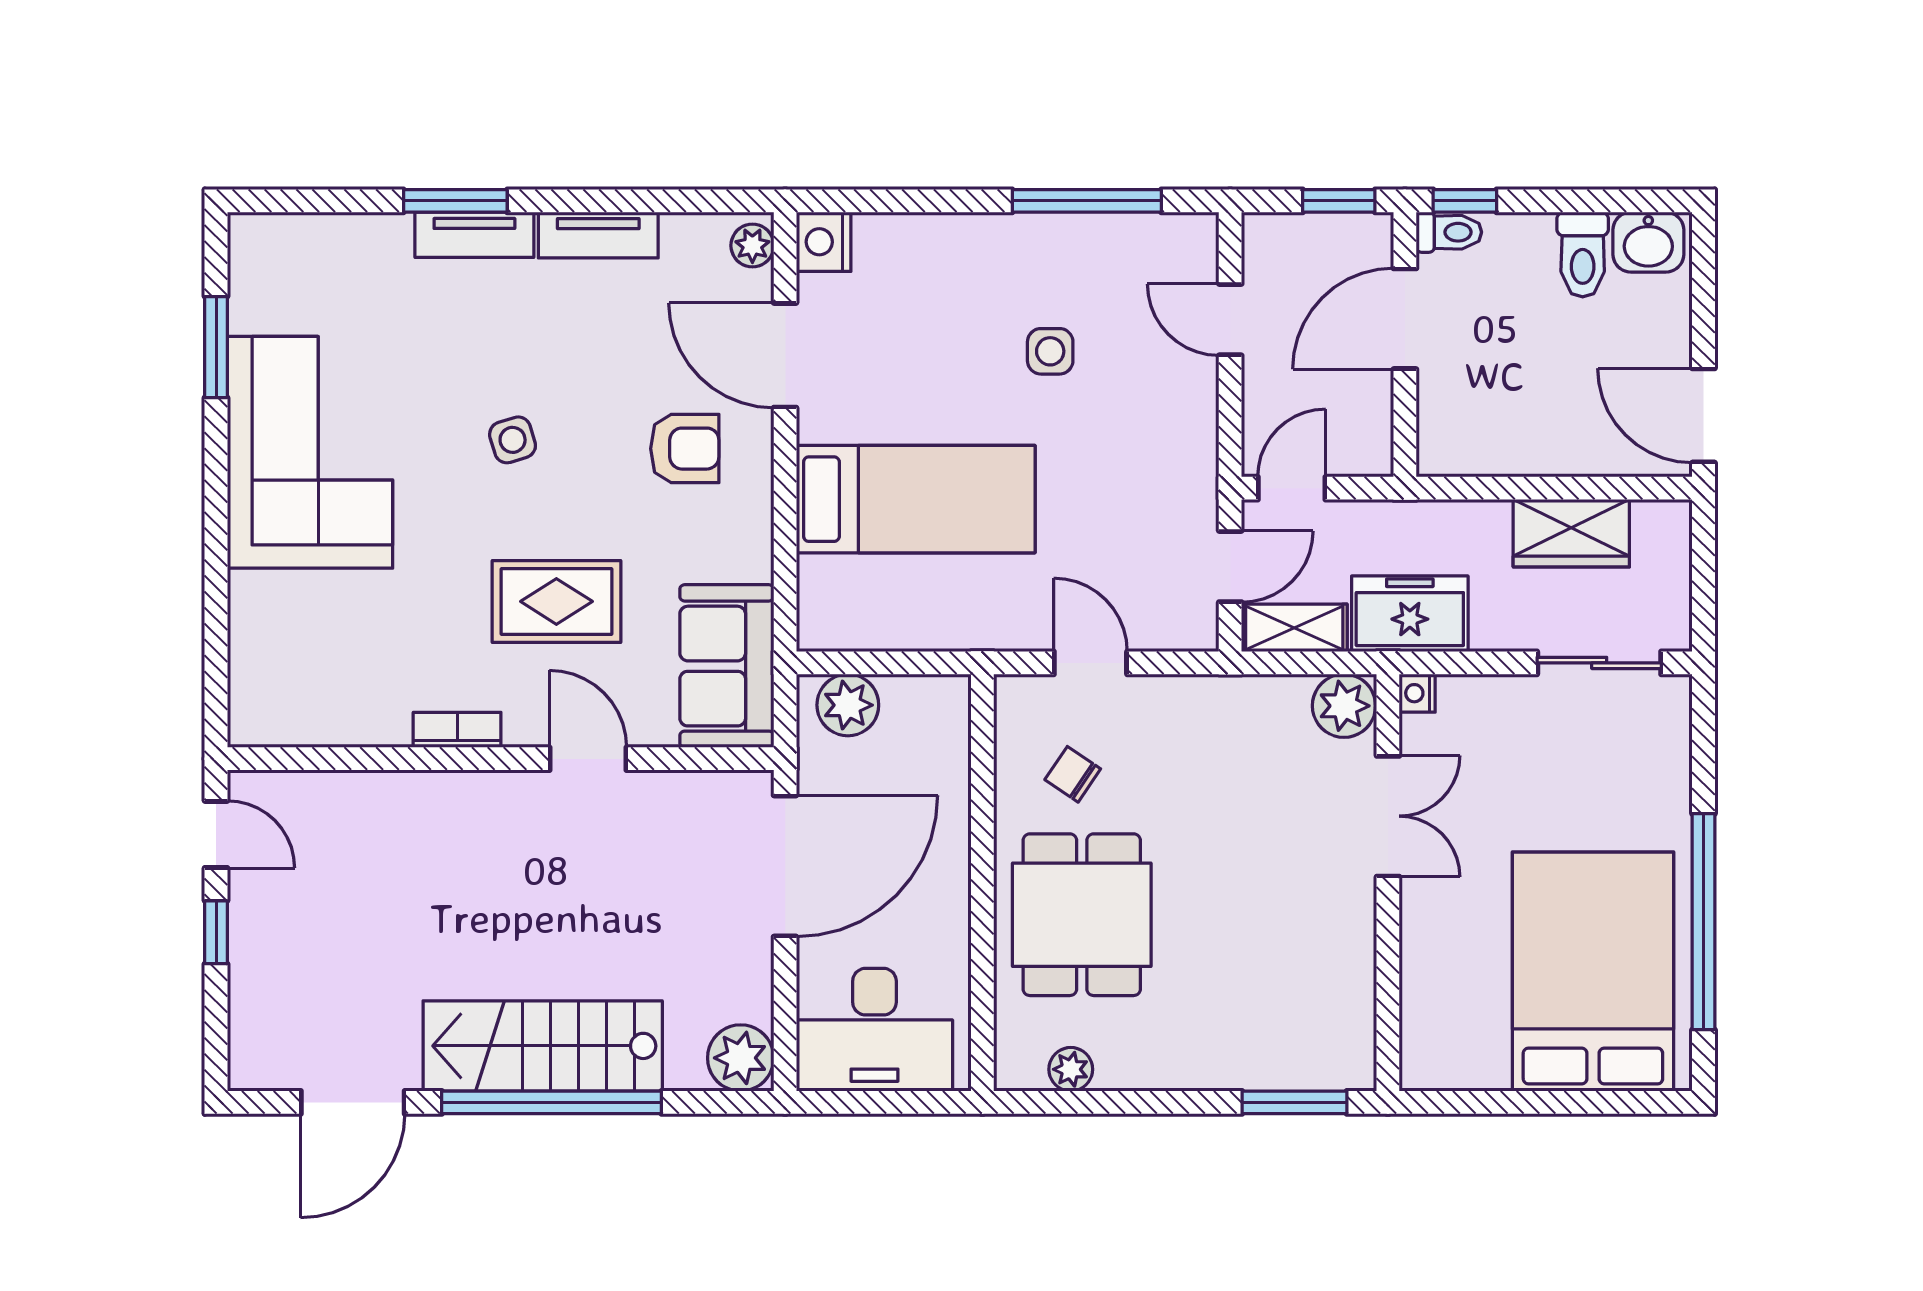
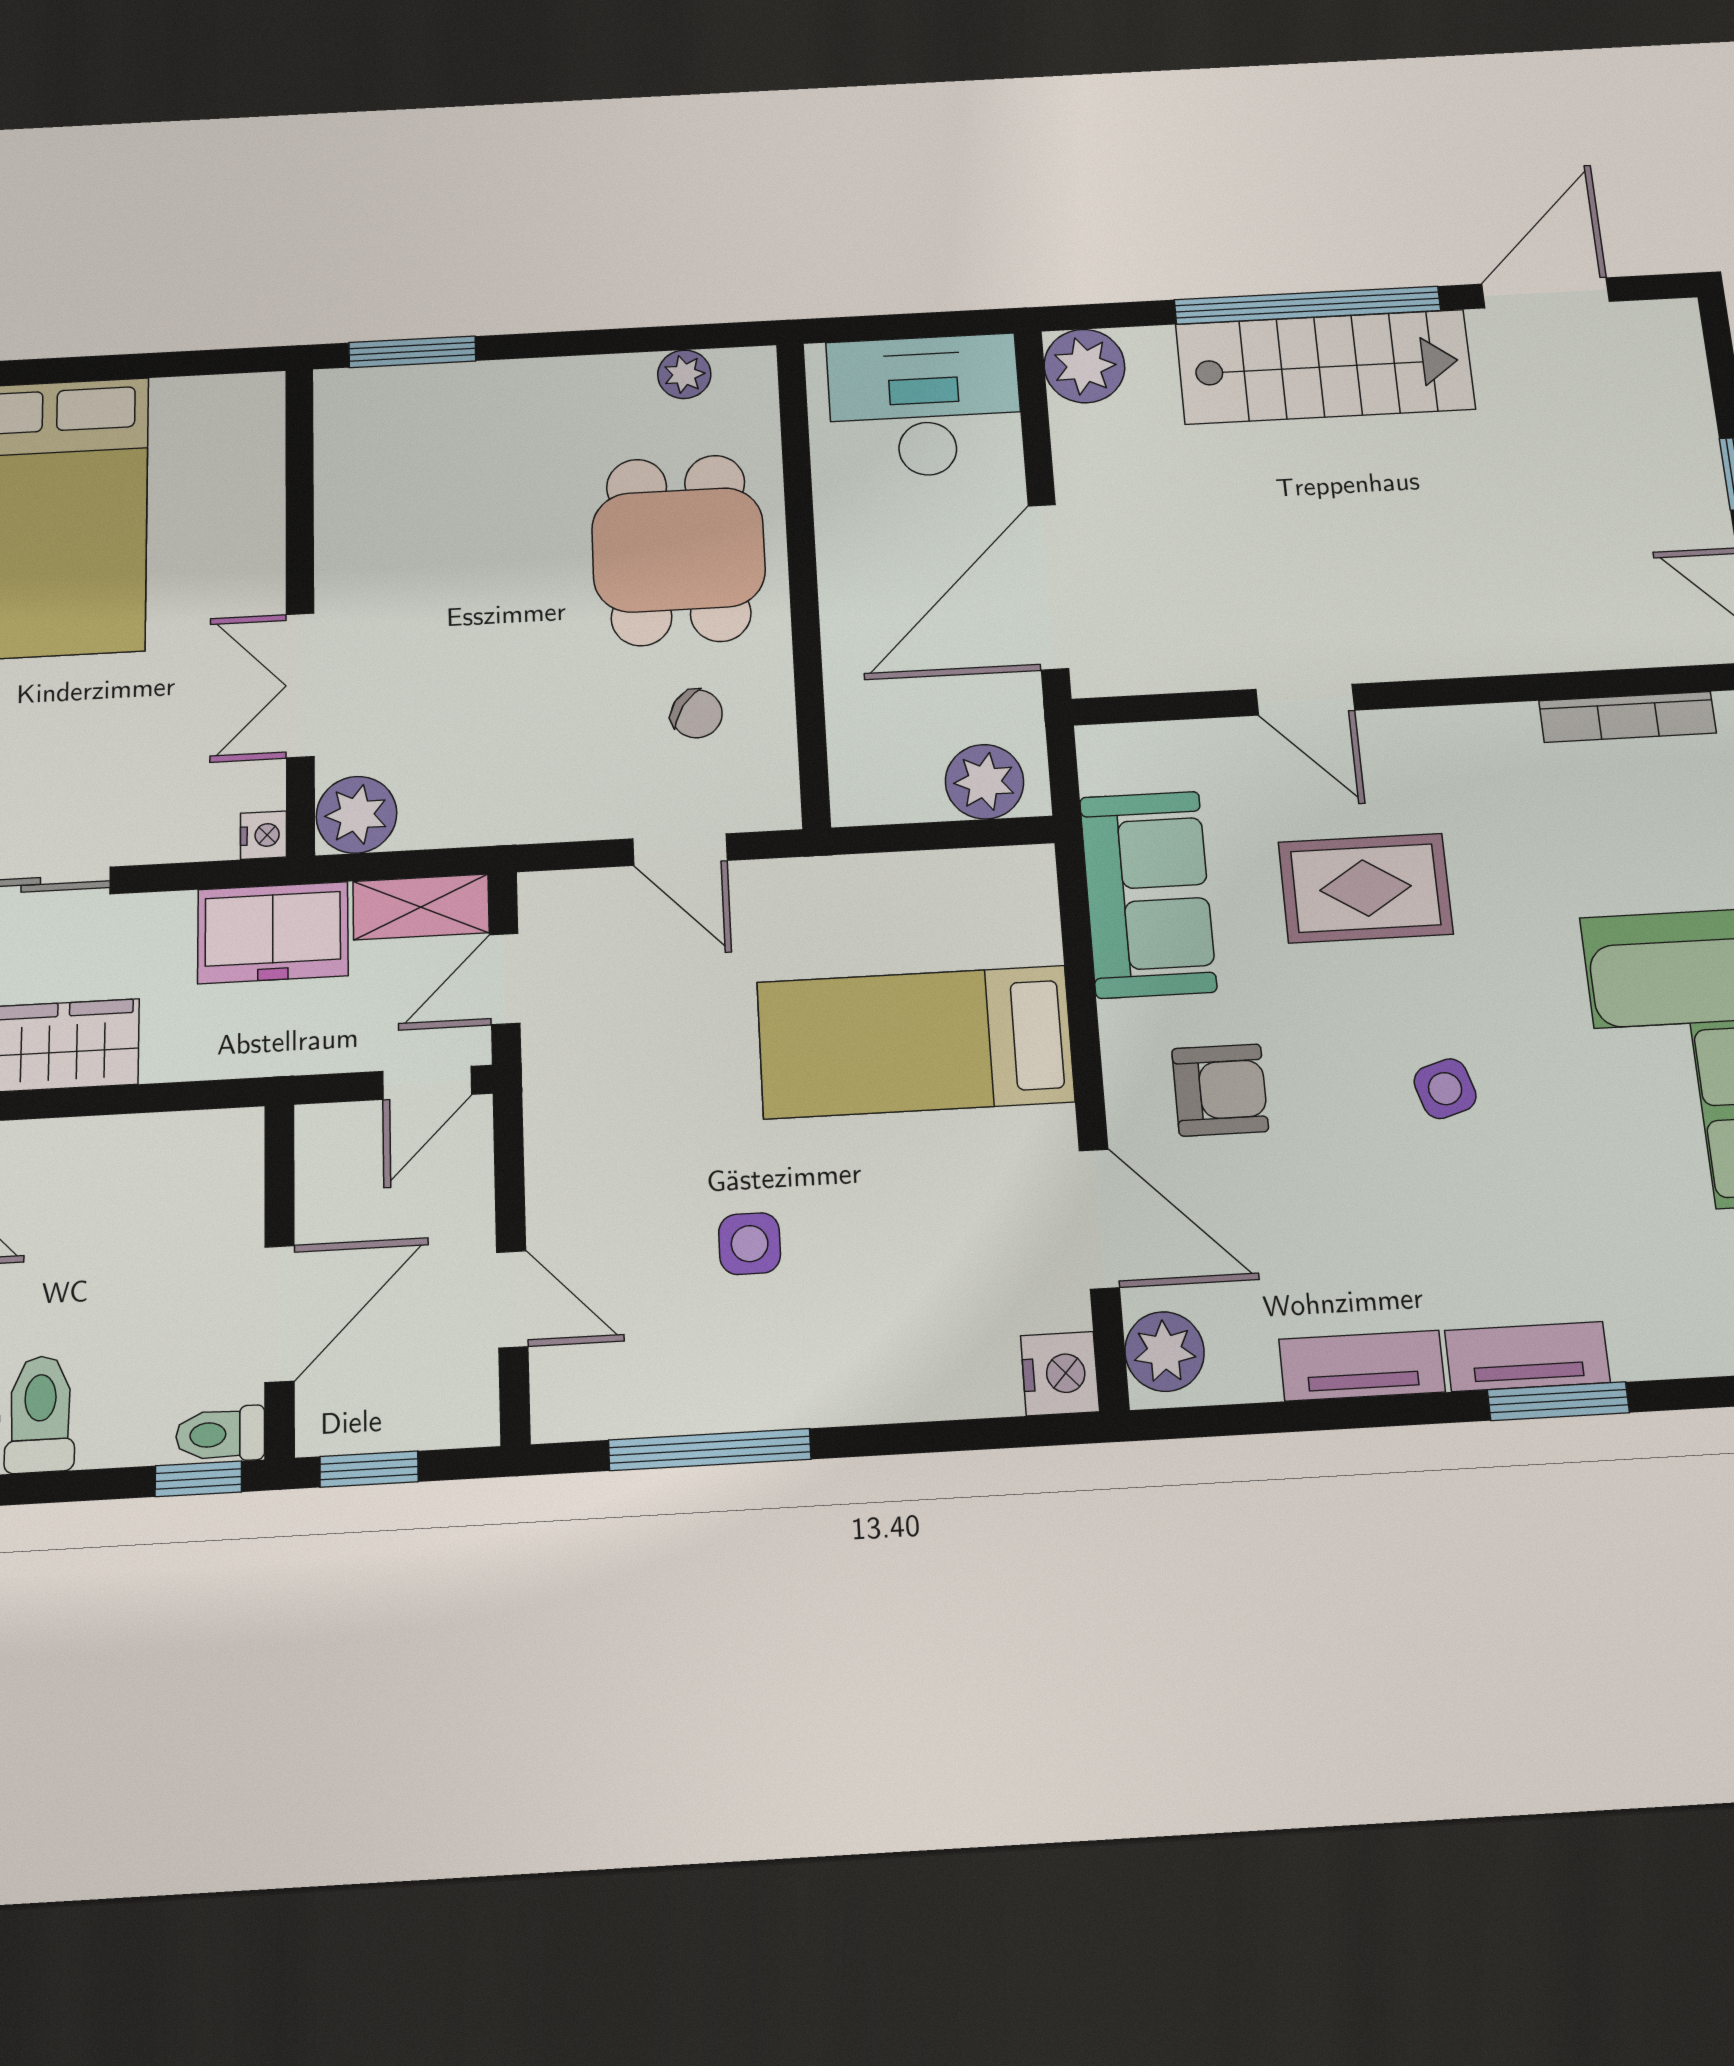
plant: (752, 246) -> (1165, 1352), width x1.38, depth x1.38
armchair: (685, 449) -> (1220, 1090), turned 180
sofa: (727, 666) -> (1148, 894), moved
bookcase: (457, 730) -> (1627, 717), moved, width x1.56

